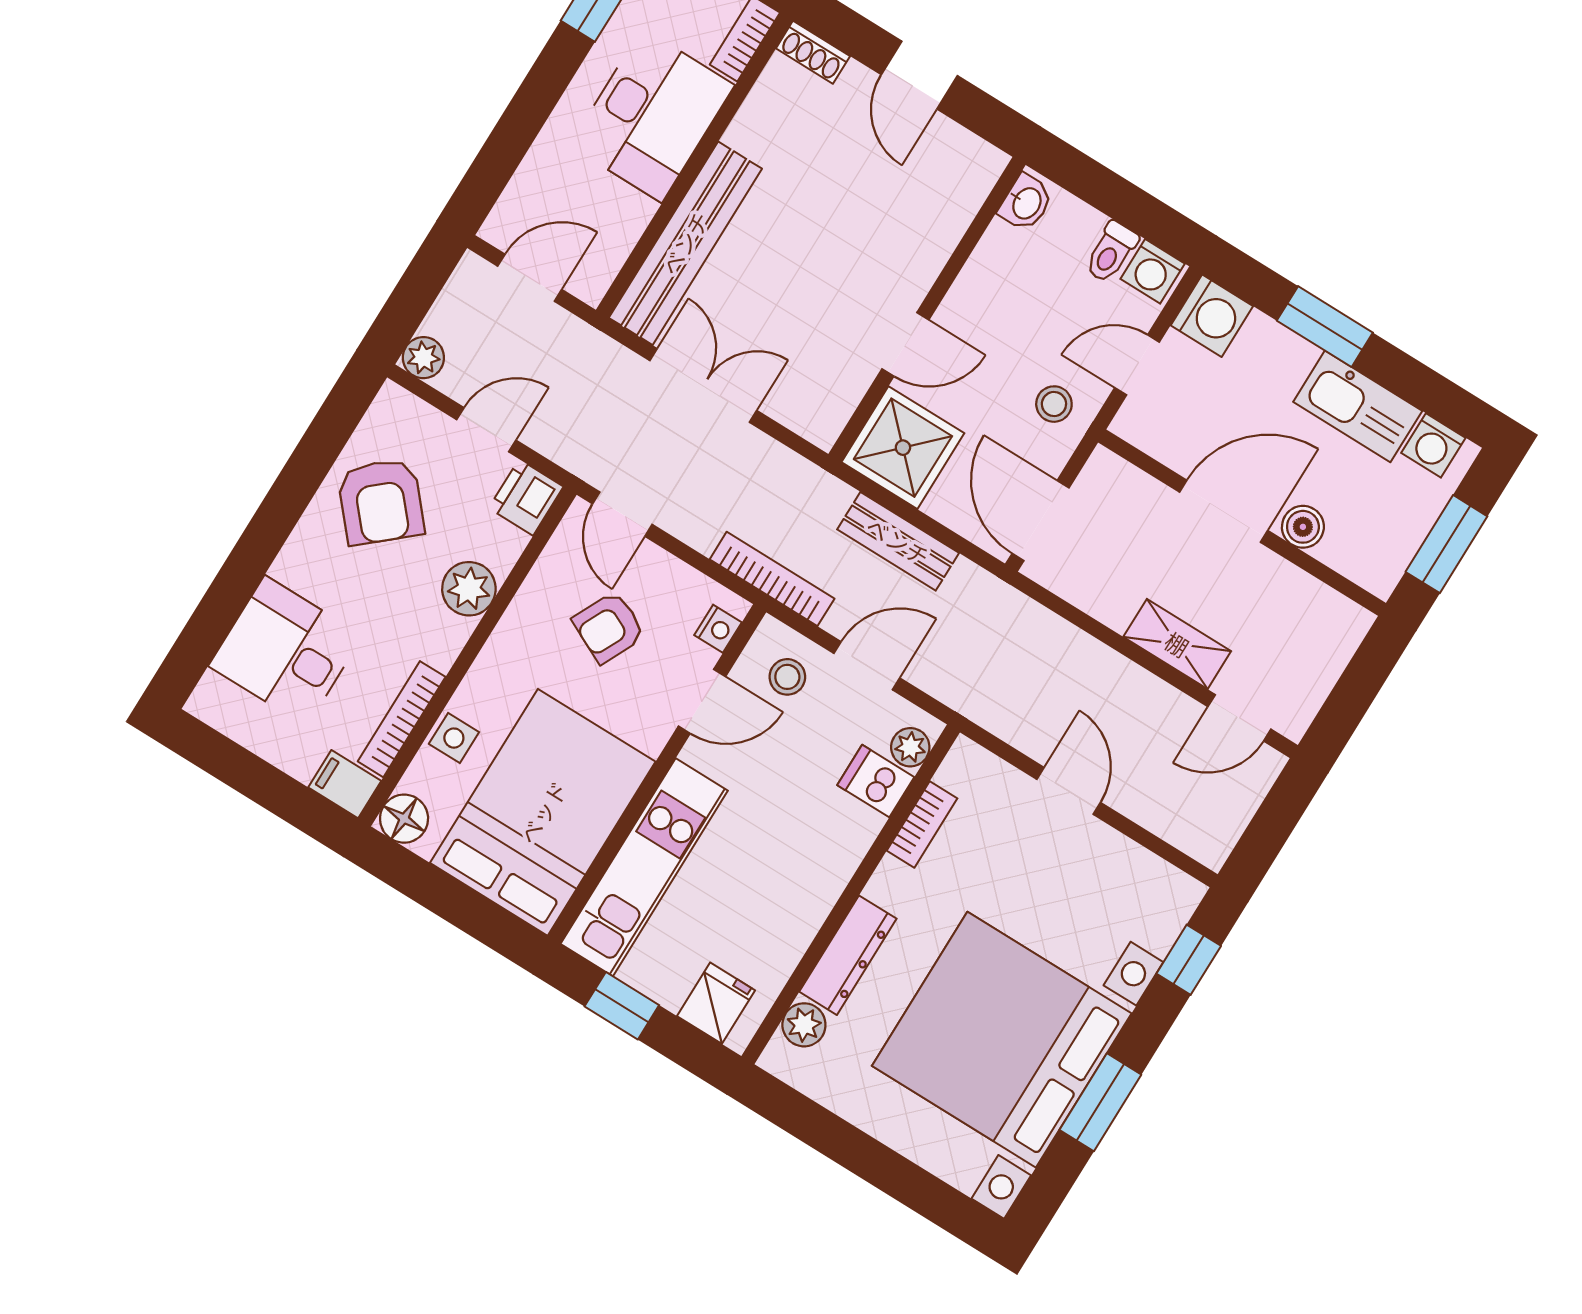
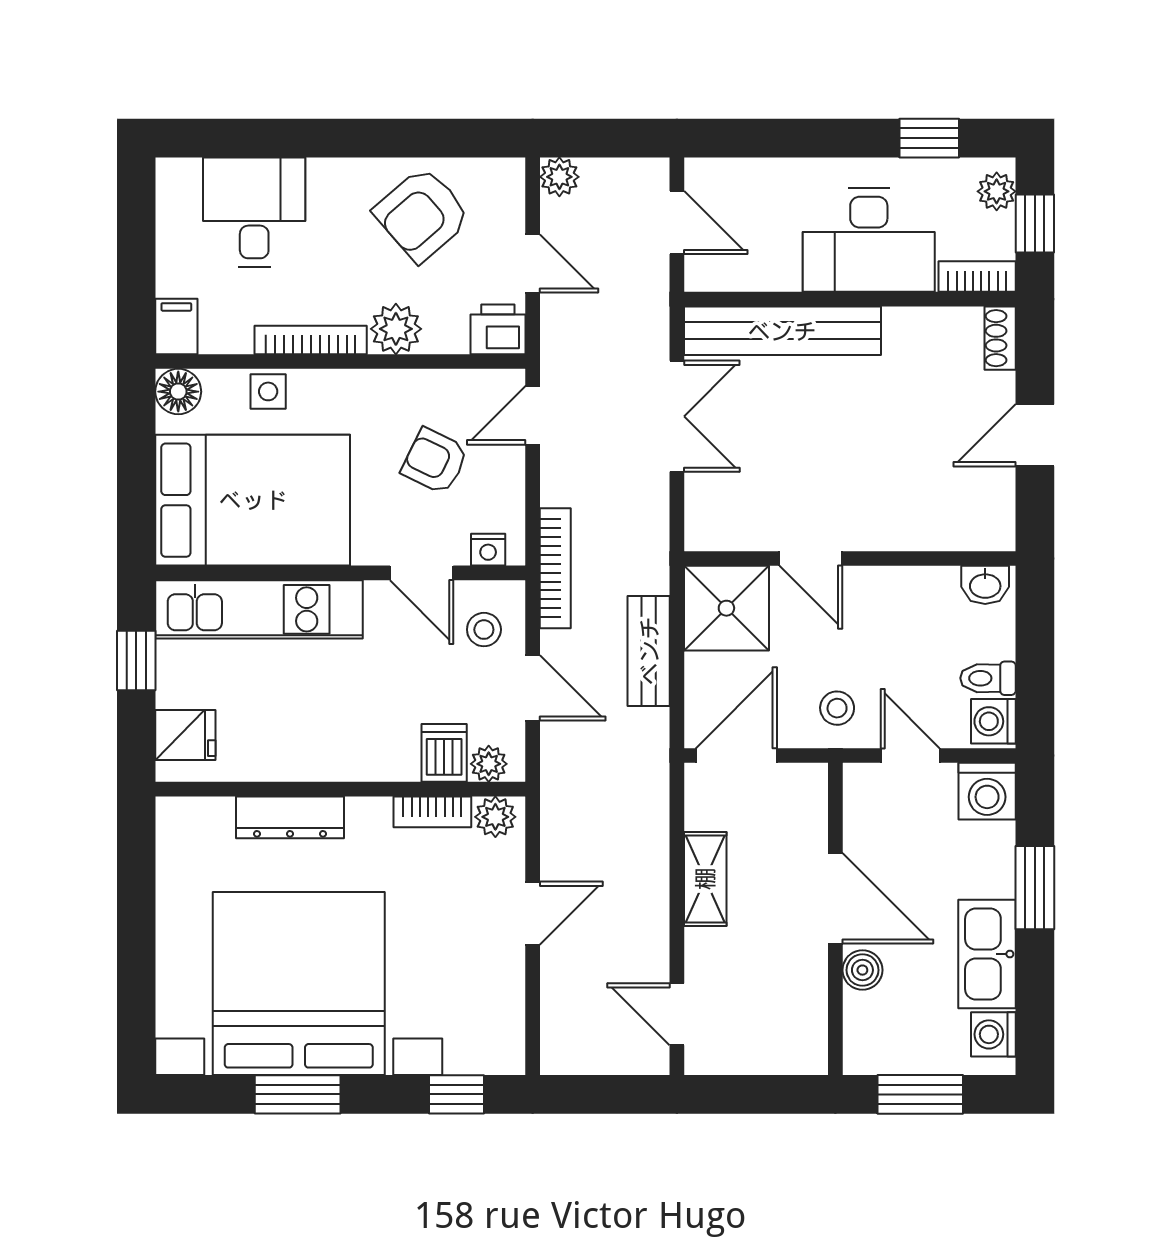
shelving: (1177, 644) -> (705, 879), moved
bookcase: (402, 719) -> (311, 340), moved
plant: (804, 1025) -> (495, 817), moved

